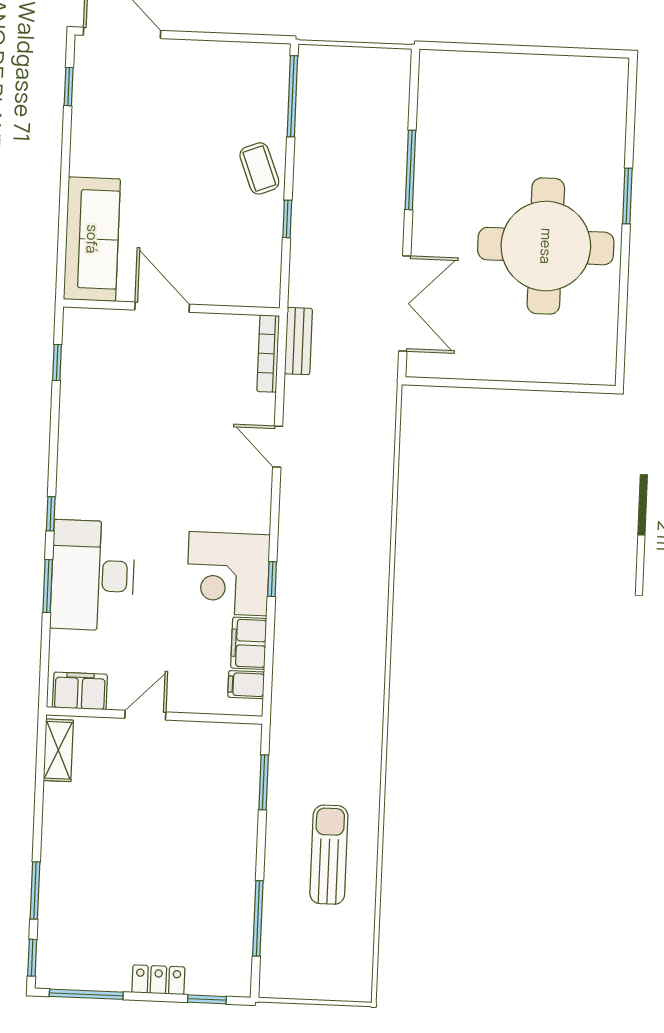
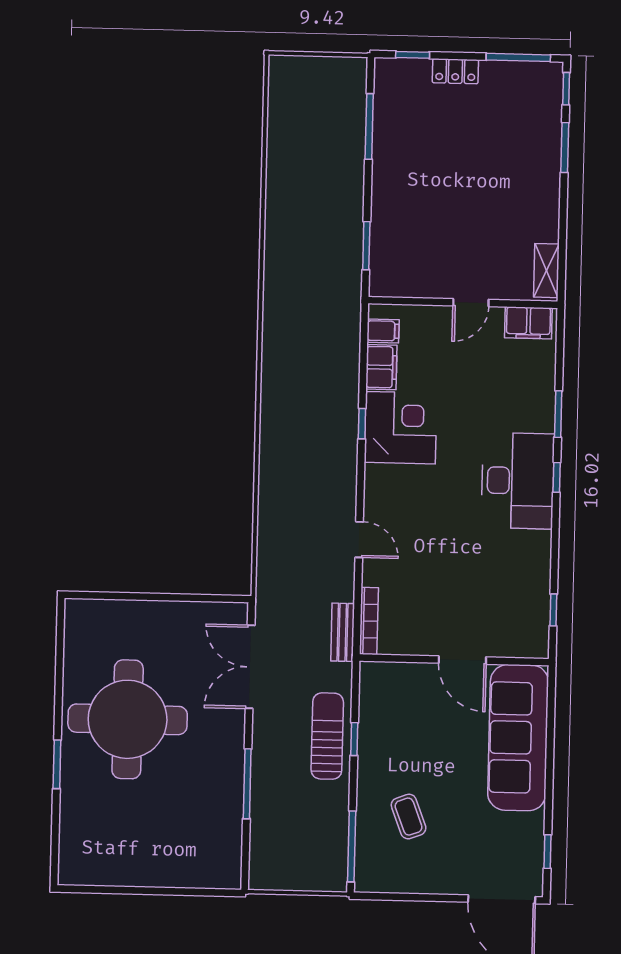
coffee table: (259, 168) -> (409, 817), moved
sofa: (92, 239) -> (518, 738), width x1.36, depth x1.27
desk: (93, 575) -> (518, 481), moved
sun lounger: (329, 855) -> (327, 736), moved, turned 180

